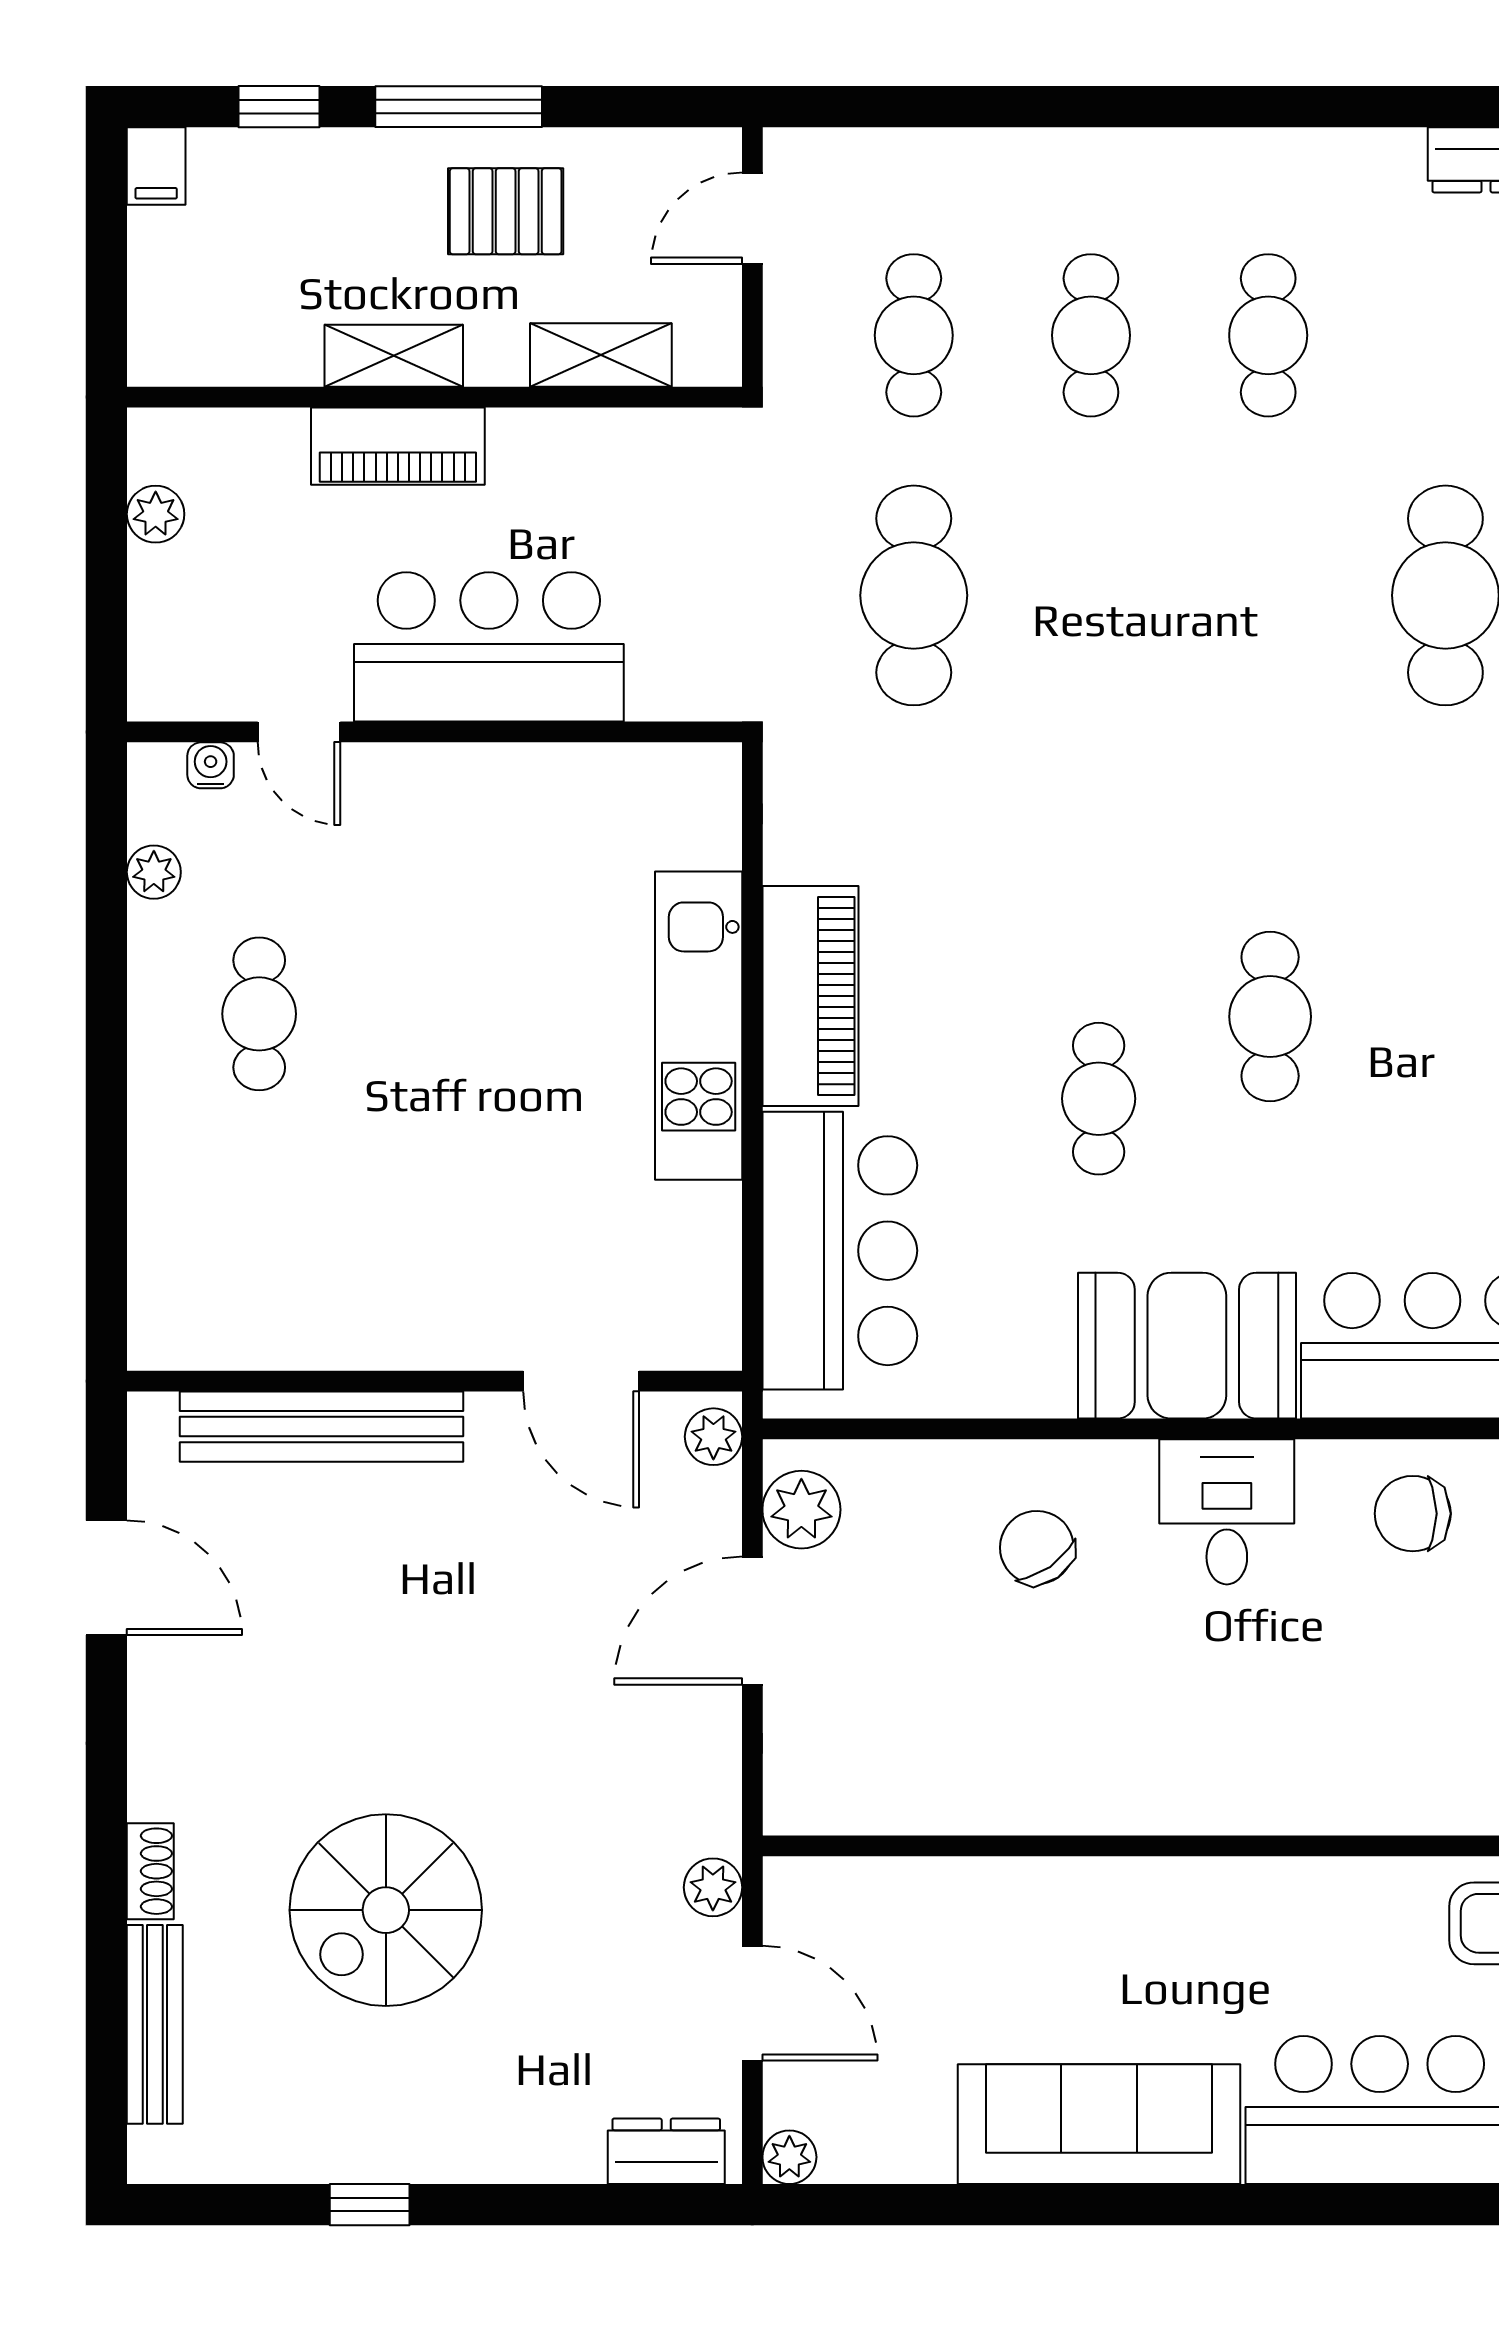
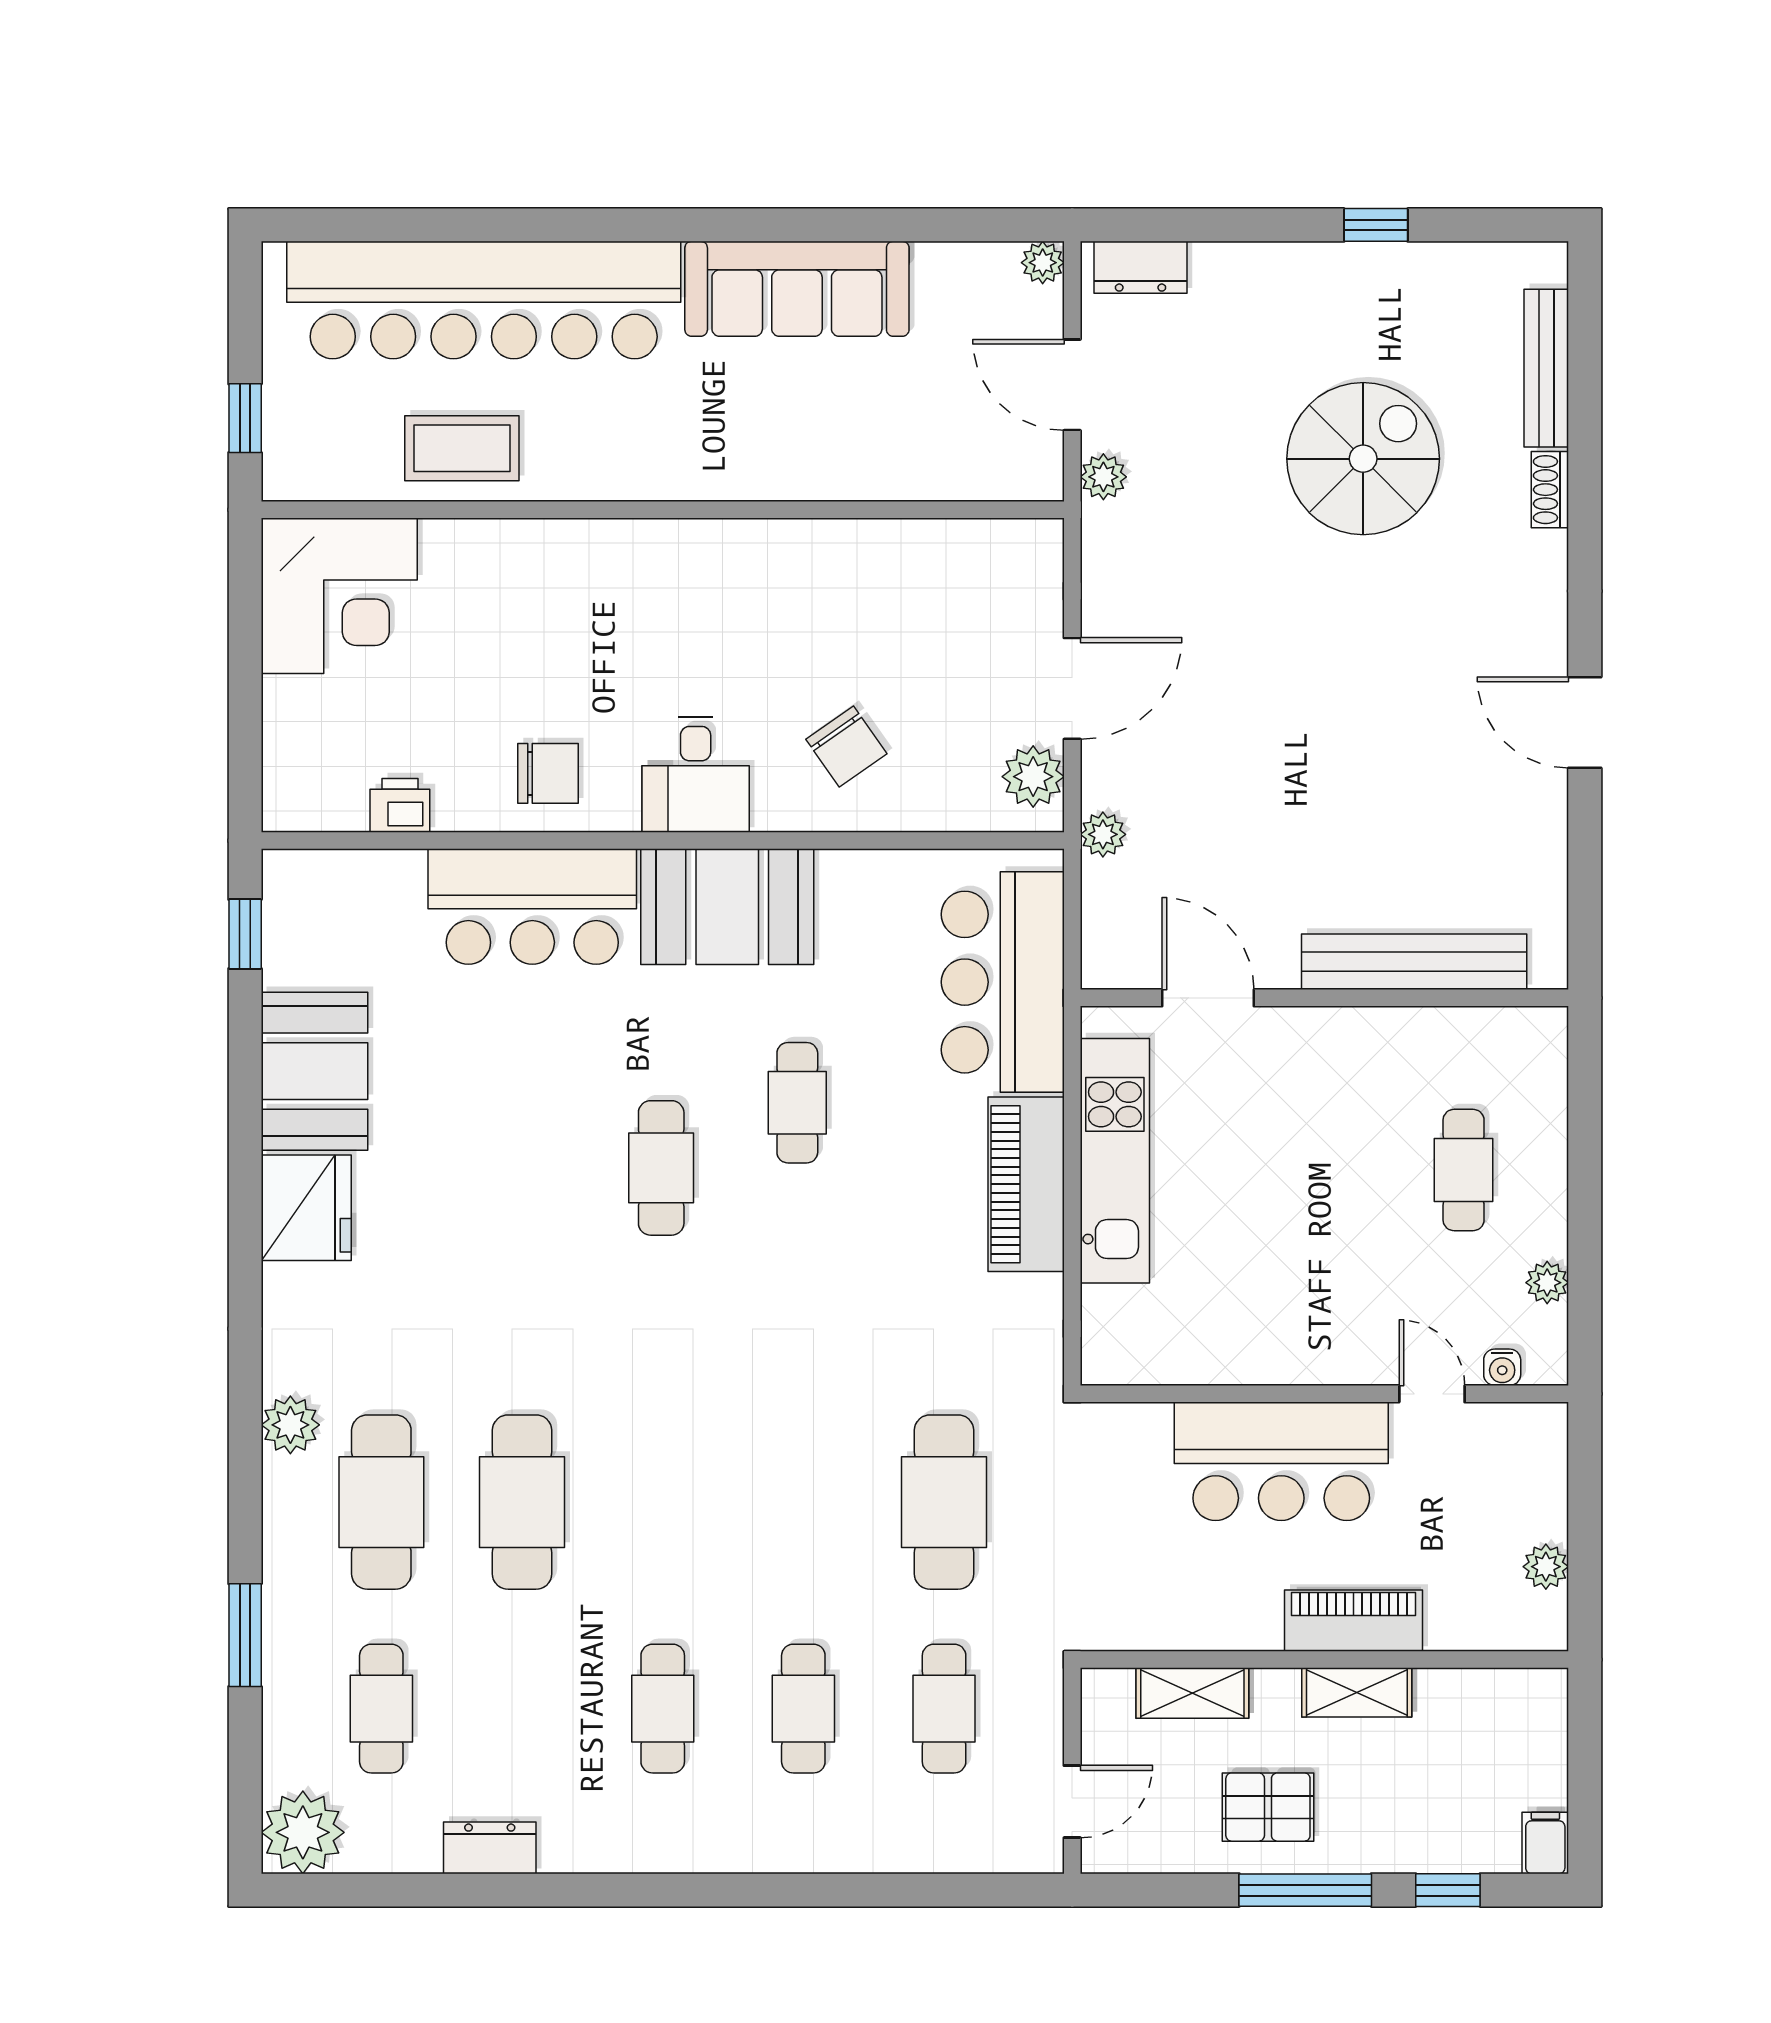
wall: (434, 1381) -> (1324, 998), moved
door: (581, 1381) -> (1208, 998), moved
bench: (321, 1427) -> (1414, 962), moved

